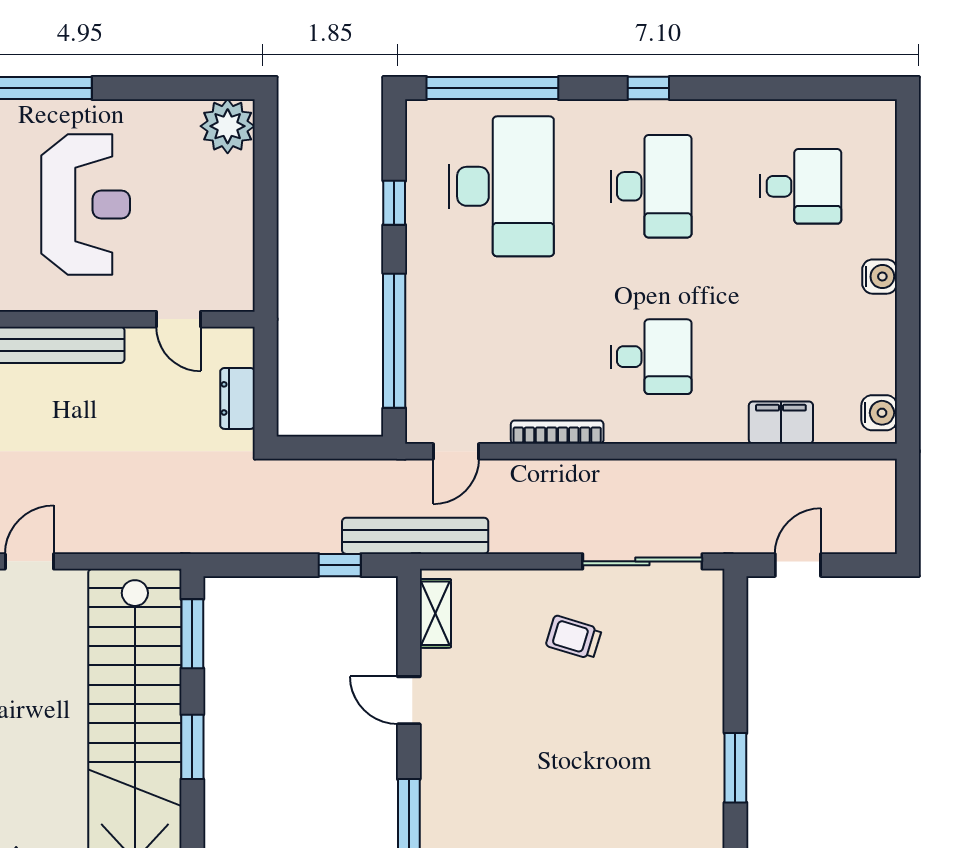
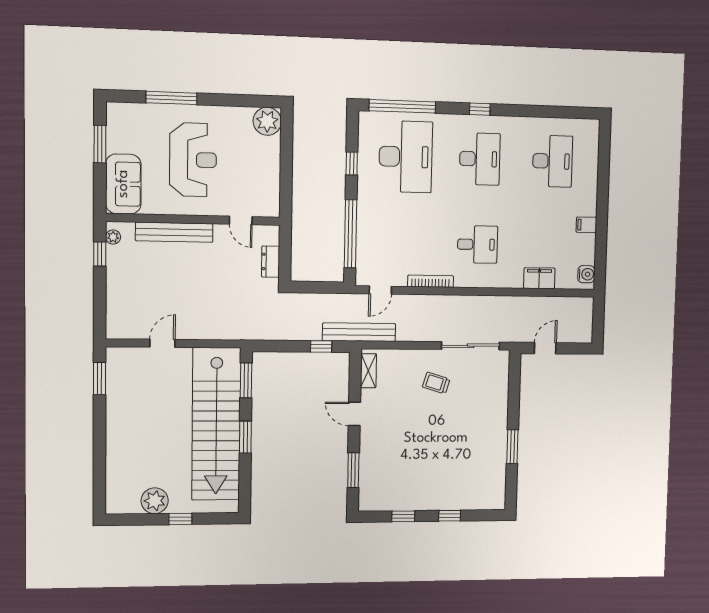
desk: (801, 186) -> (553, 161), width x1.37
water cooler: (880, 277) -> (589, 207), removed
filing cabinet: (876, 312) -> (586, 225), added

